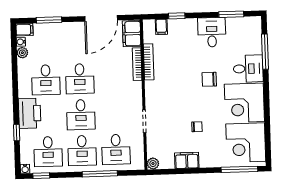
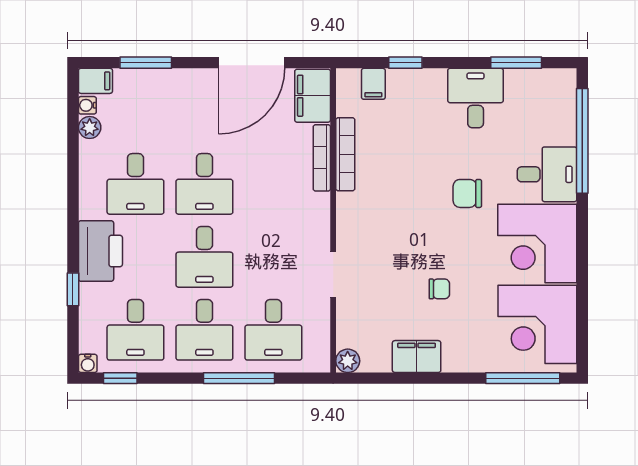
window: (265, 52) -> (582, 141), width x1.46

